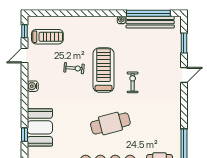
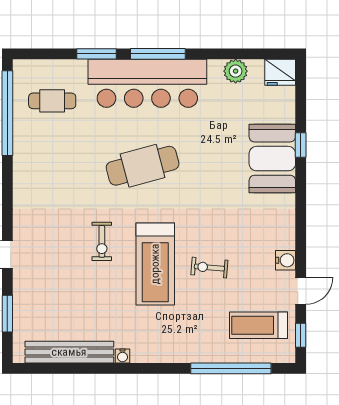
window: (148, 13) -> (231, 368), moved
water cooler: (33, 86) -> (285, 260), moved

